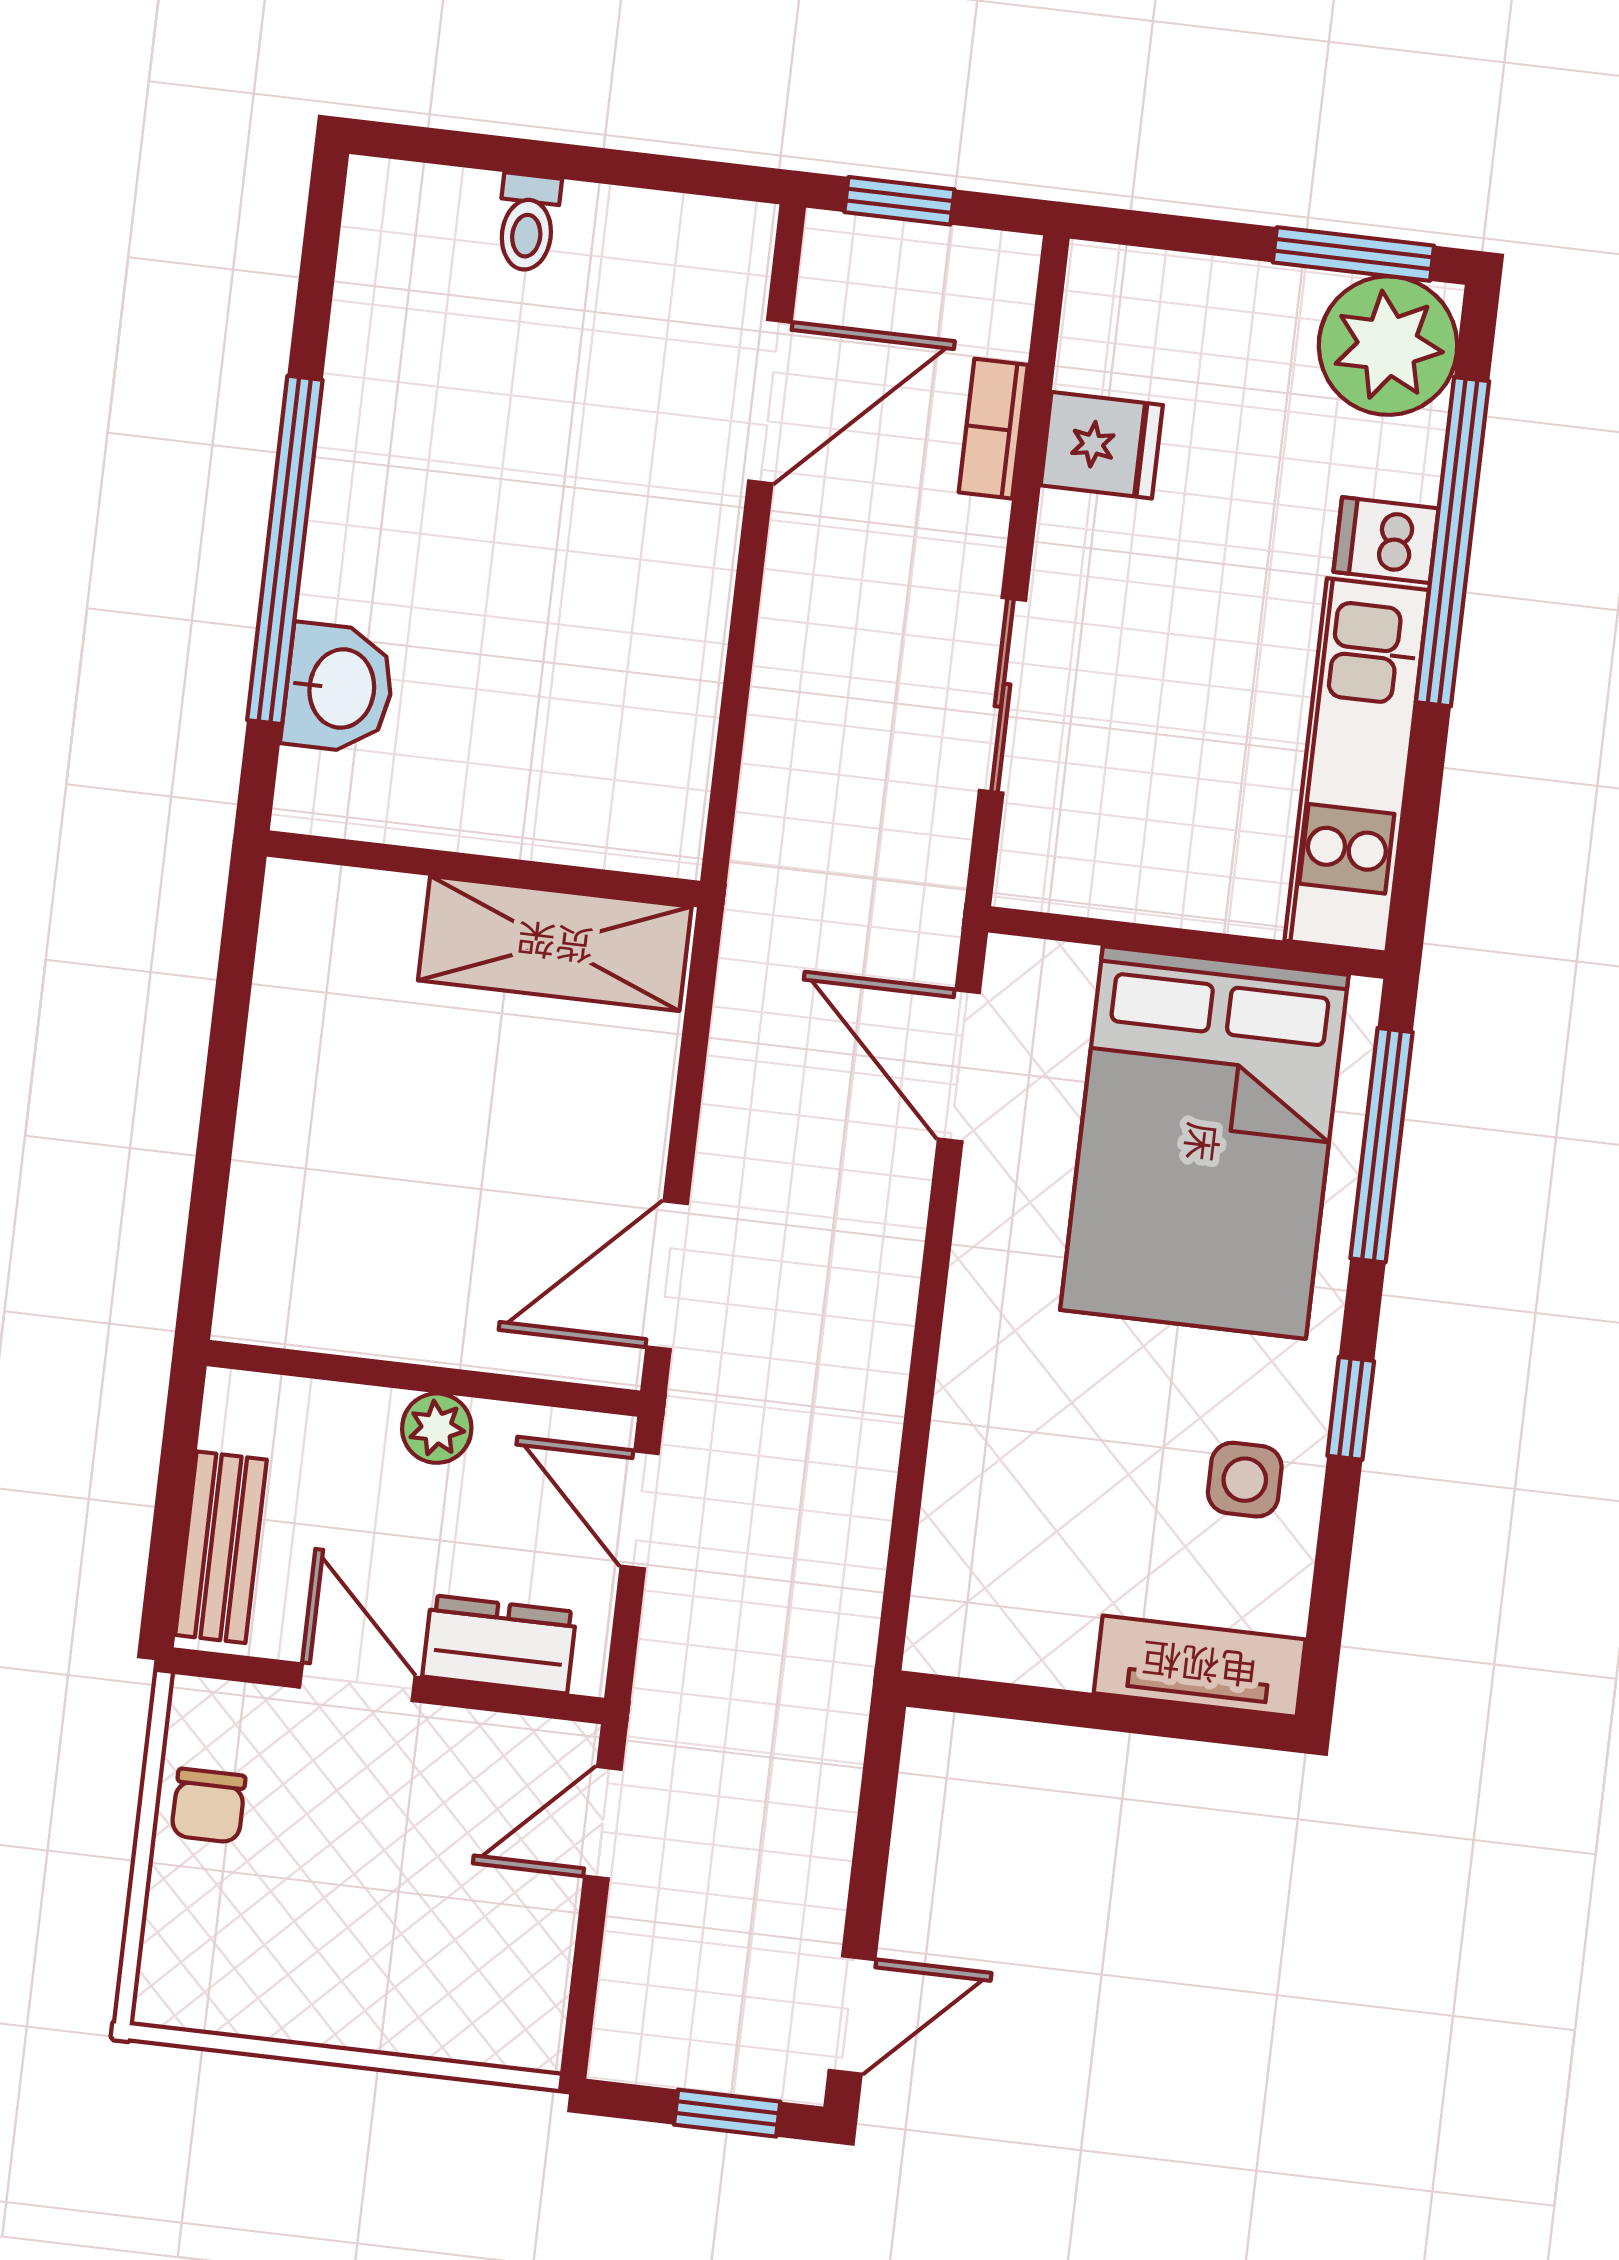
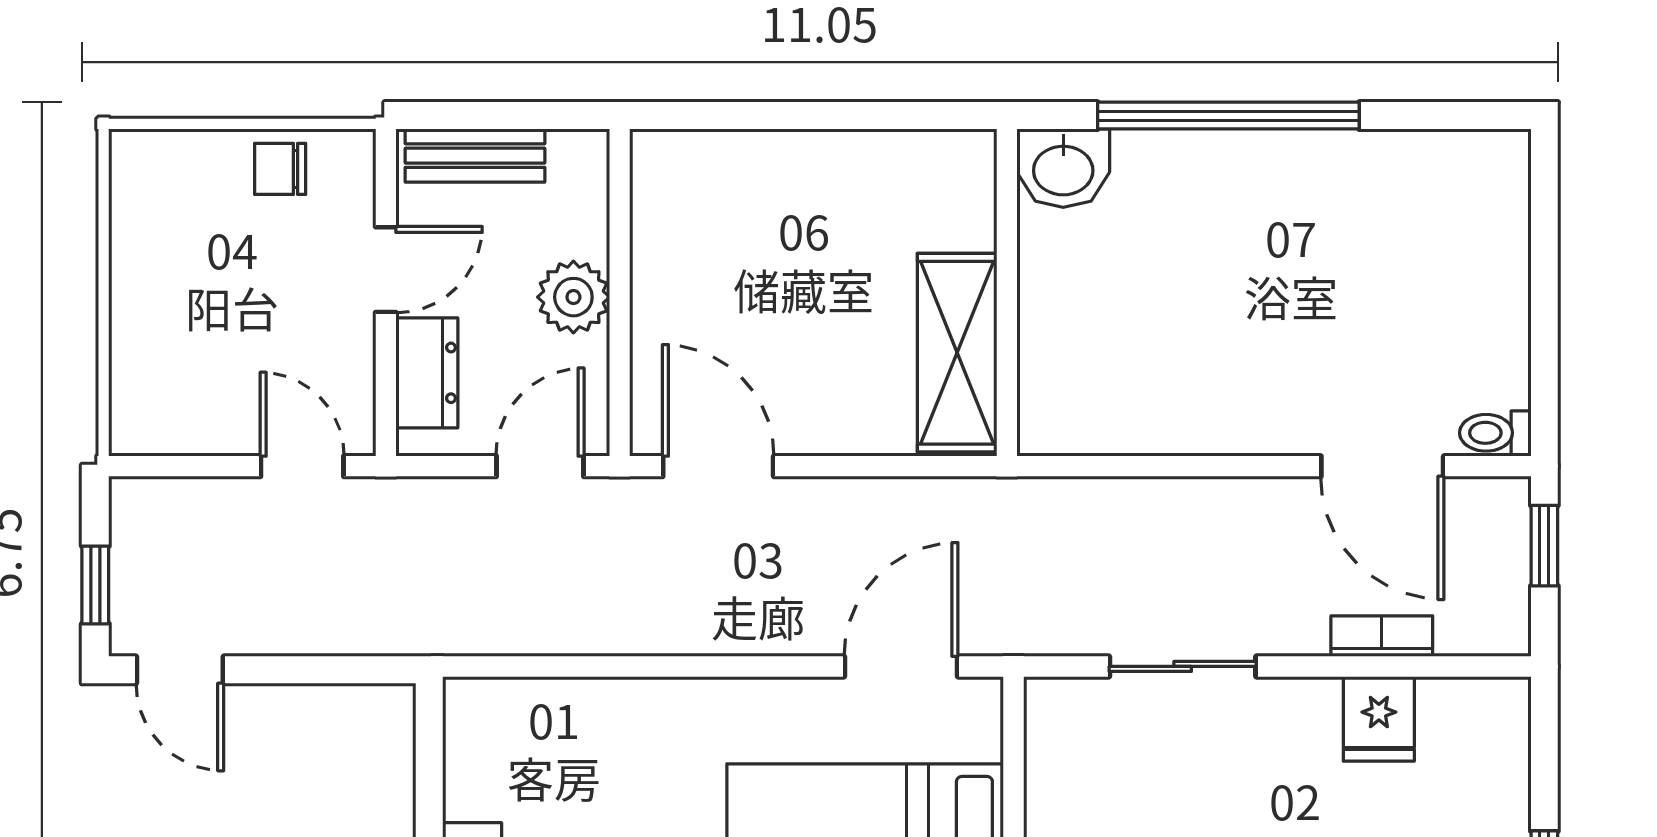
toilet: (528, 222) -> (1495, 433), moved
washbasin: (339, 688) -> (1063, 168), moved
plant: (437, 1428) -> (573, 297), width x1.38, depth x1.38

